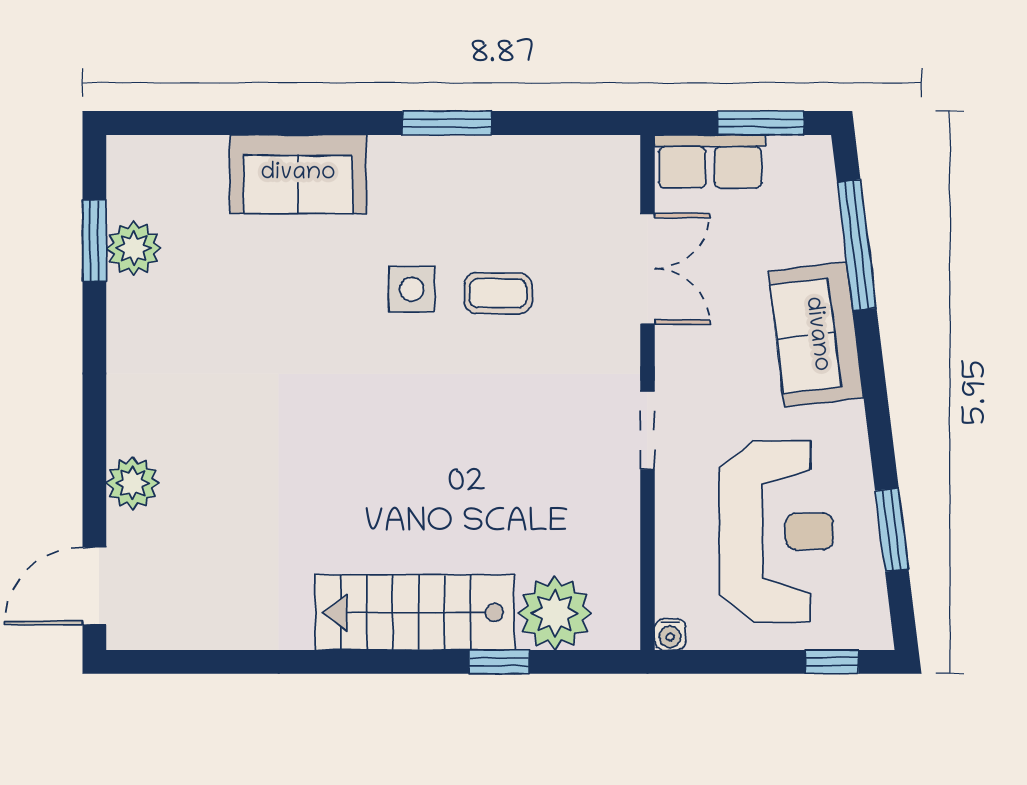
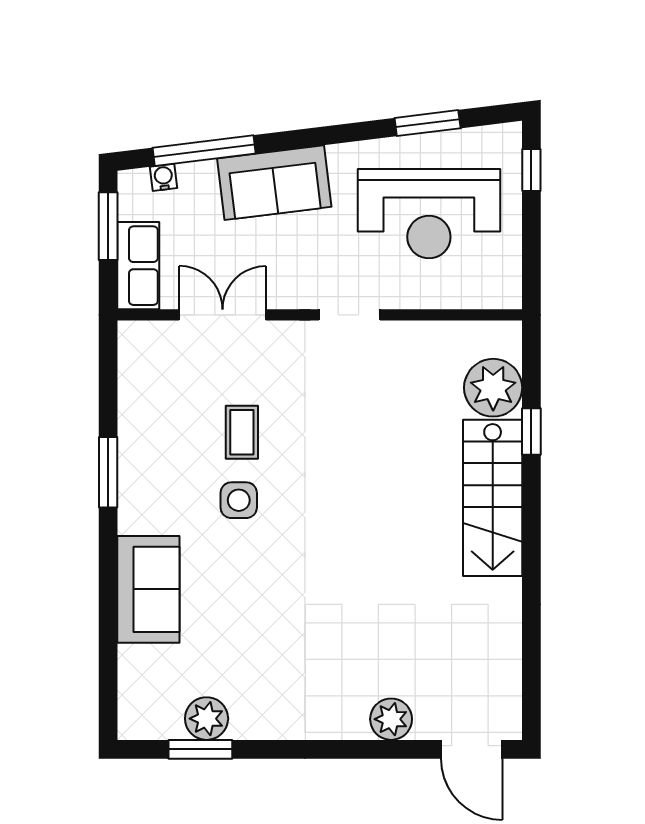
reception desk: (776, 531) -> (429, 214), turned 180
water cooler: (670, 634) -> (163, 177), moved, turned -97

